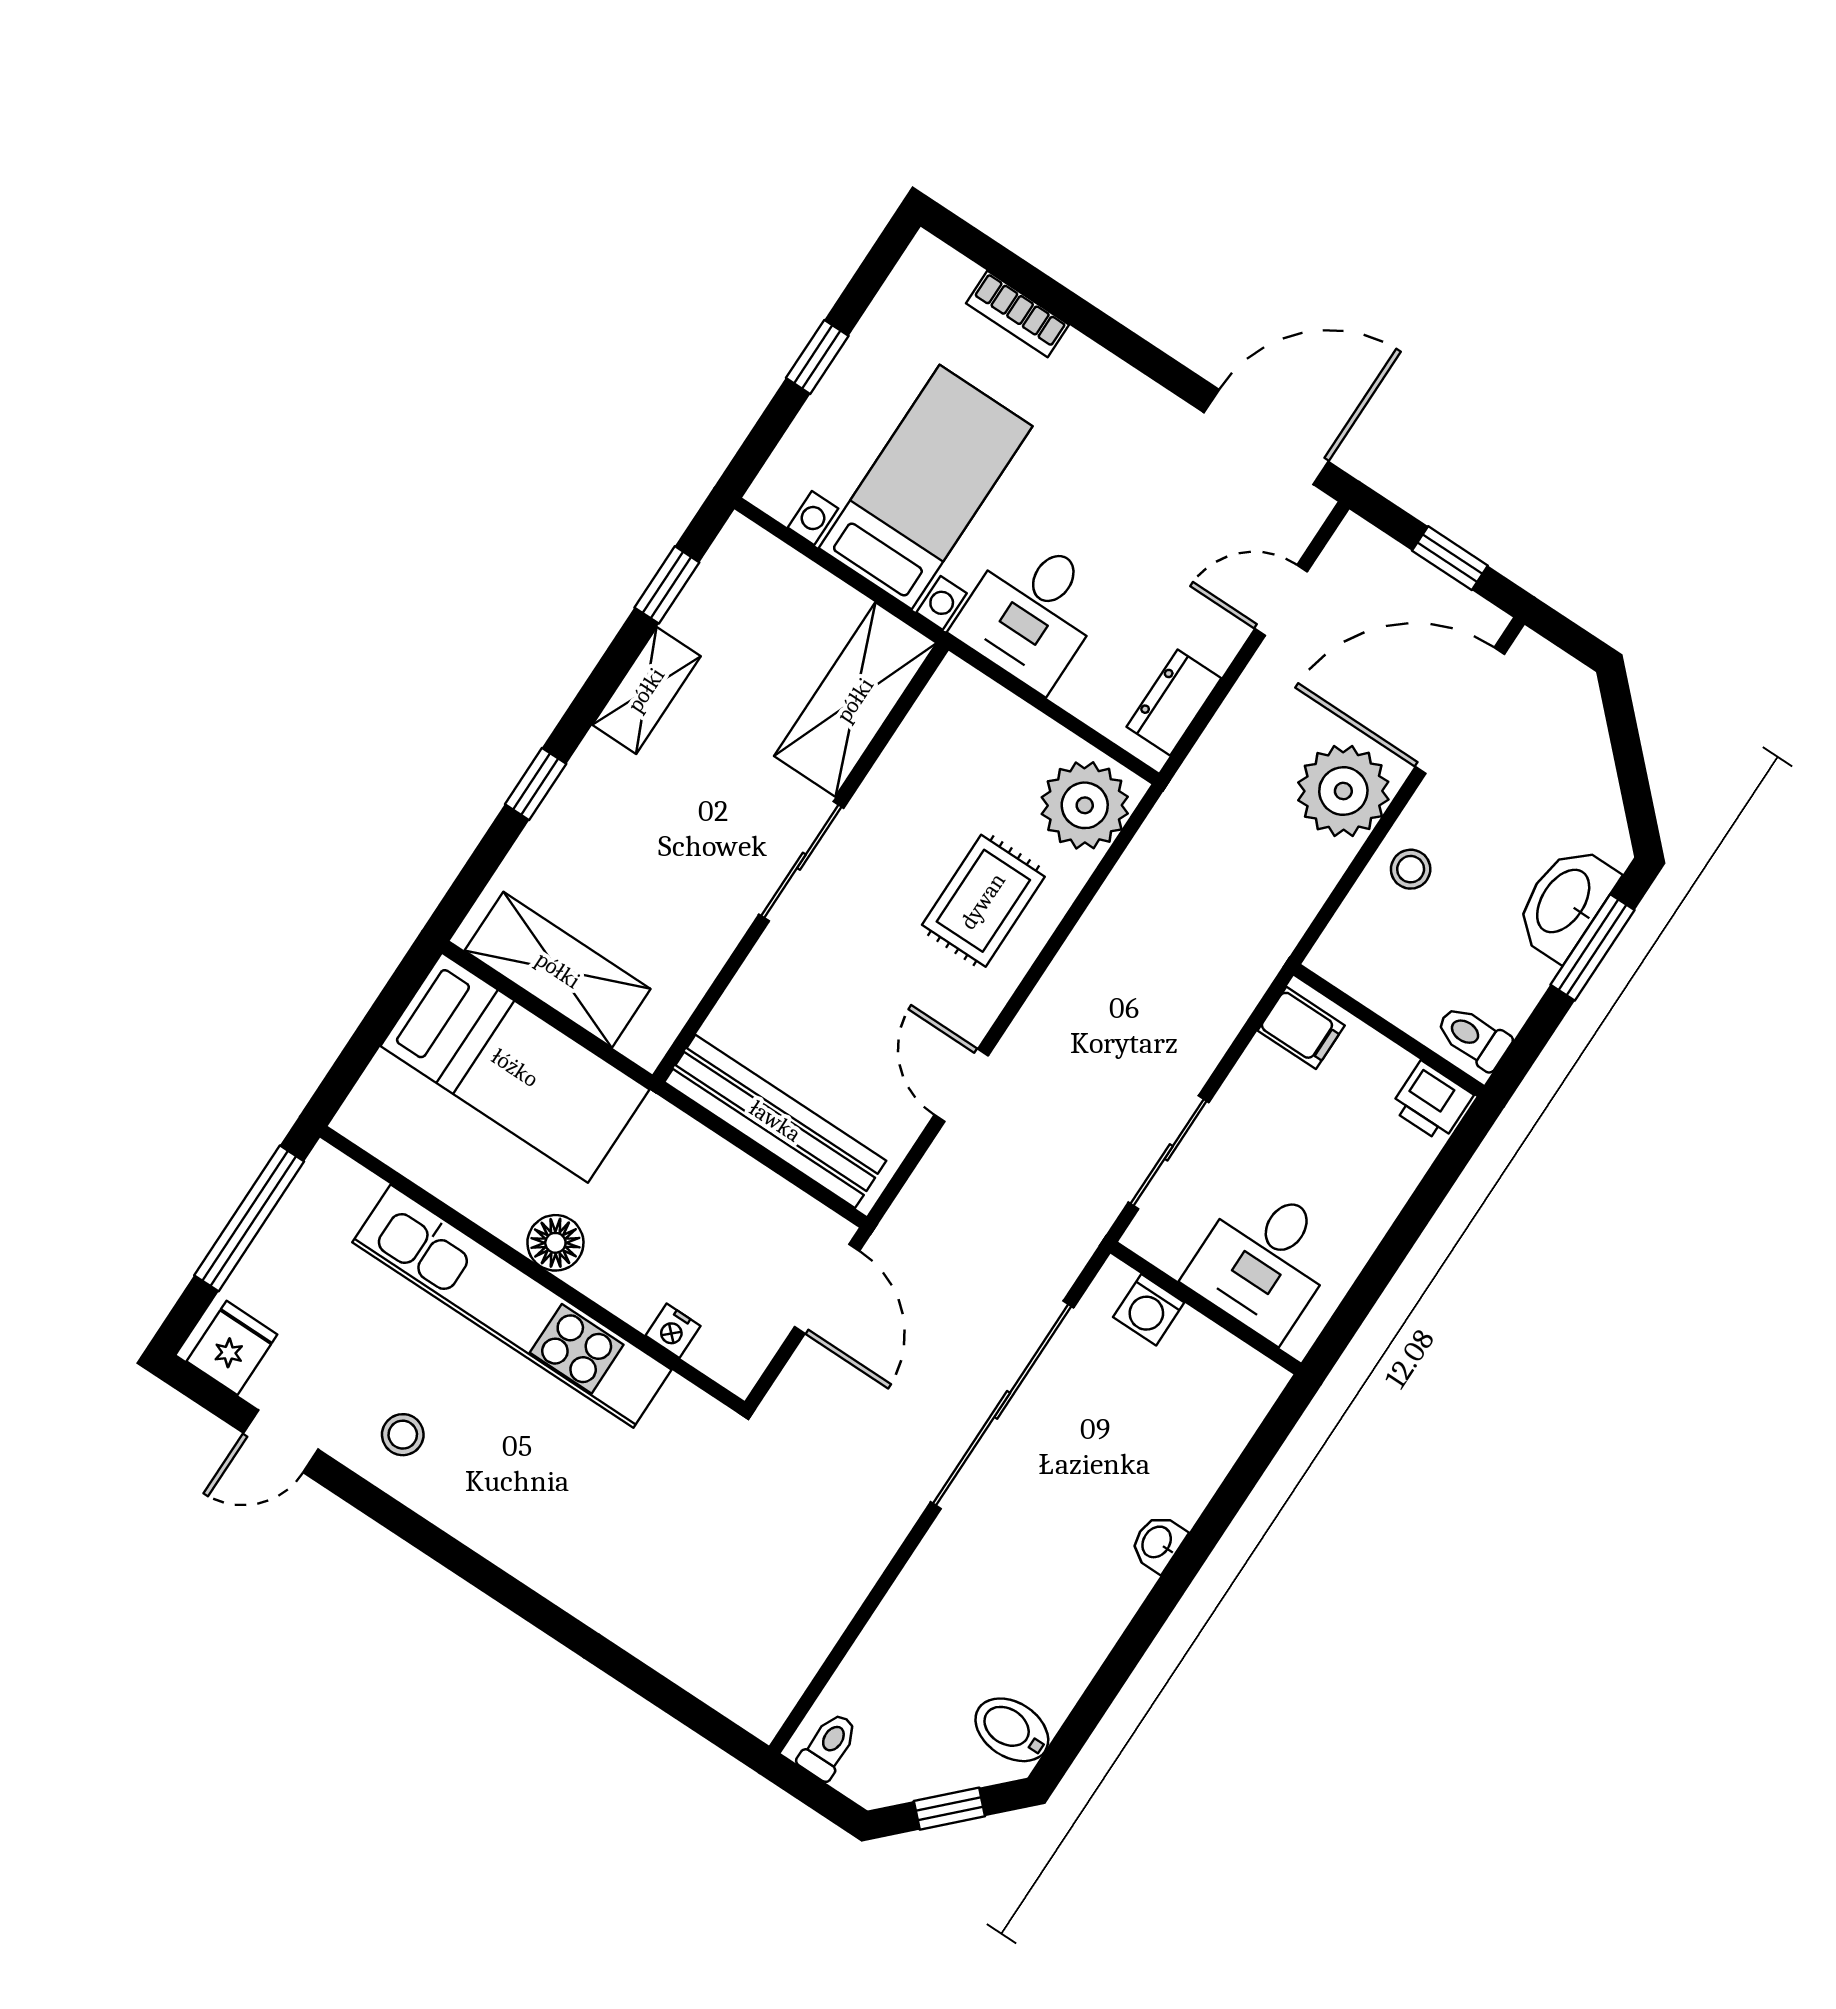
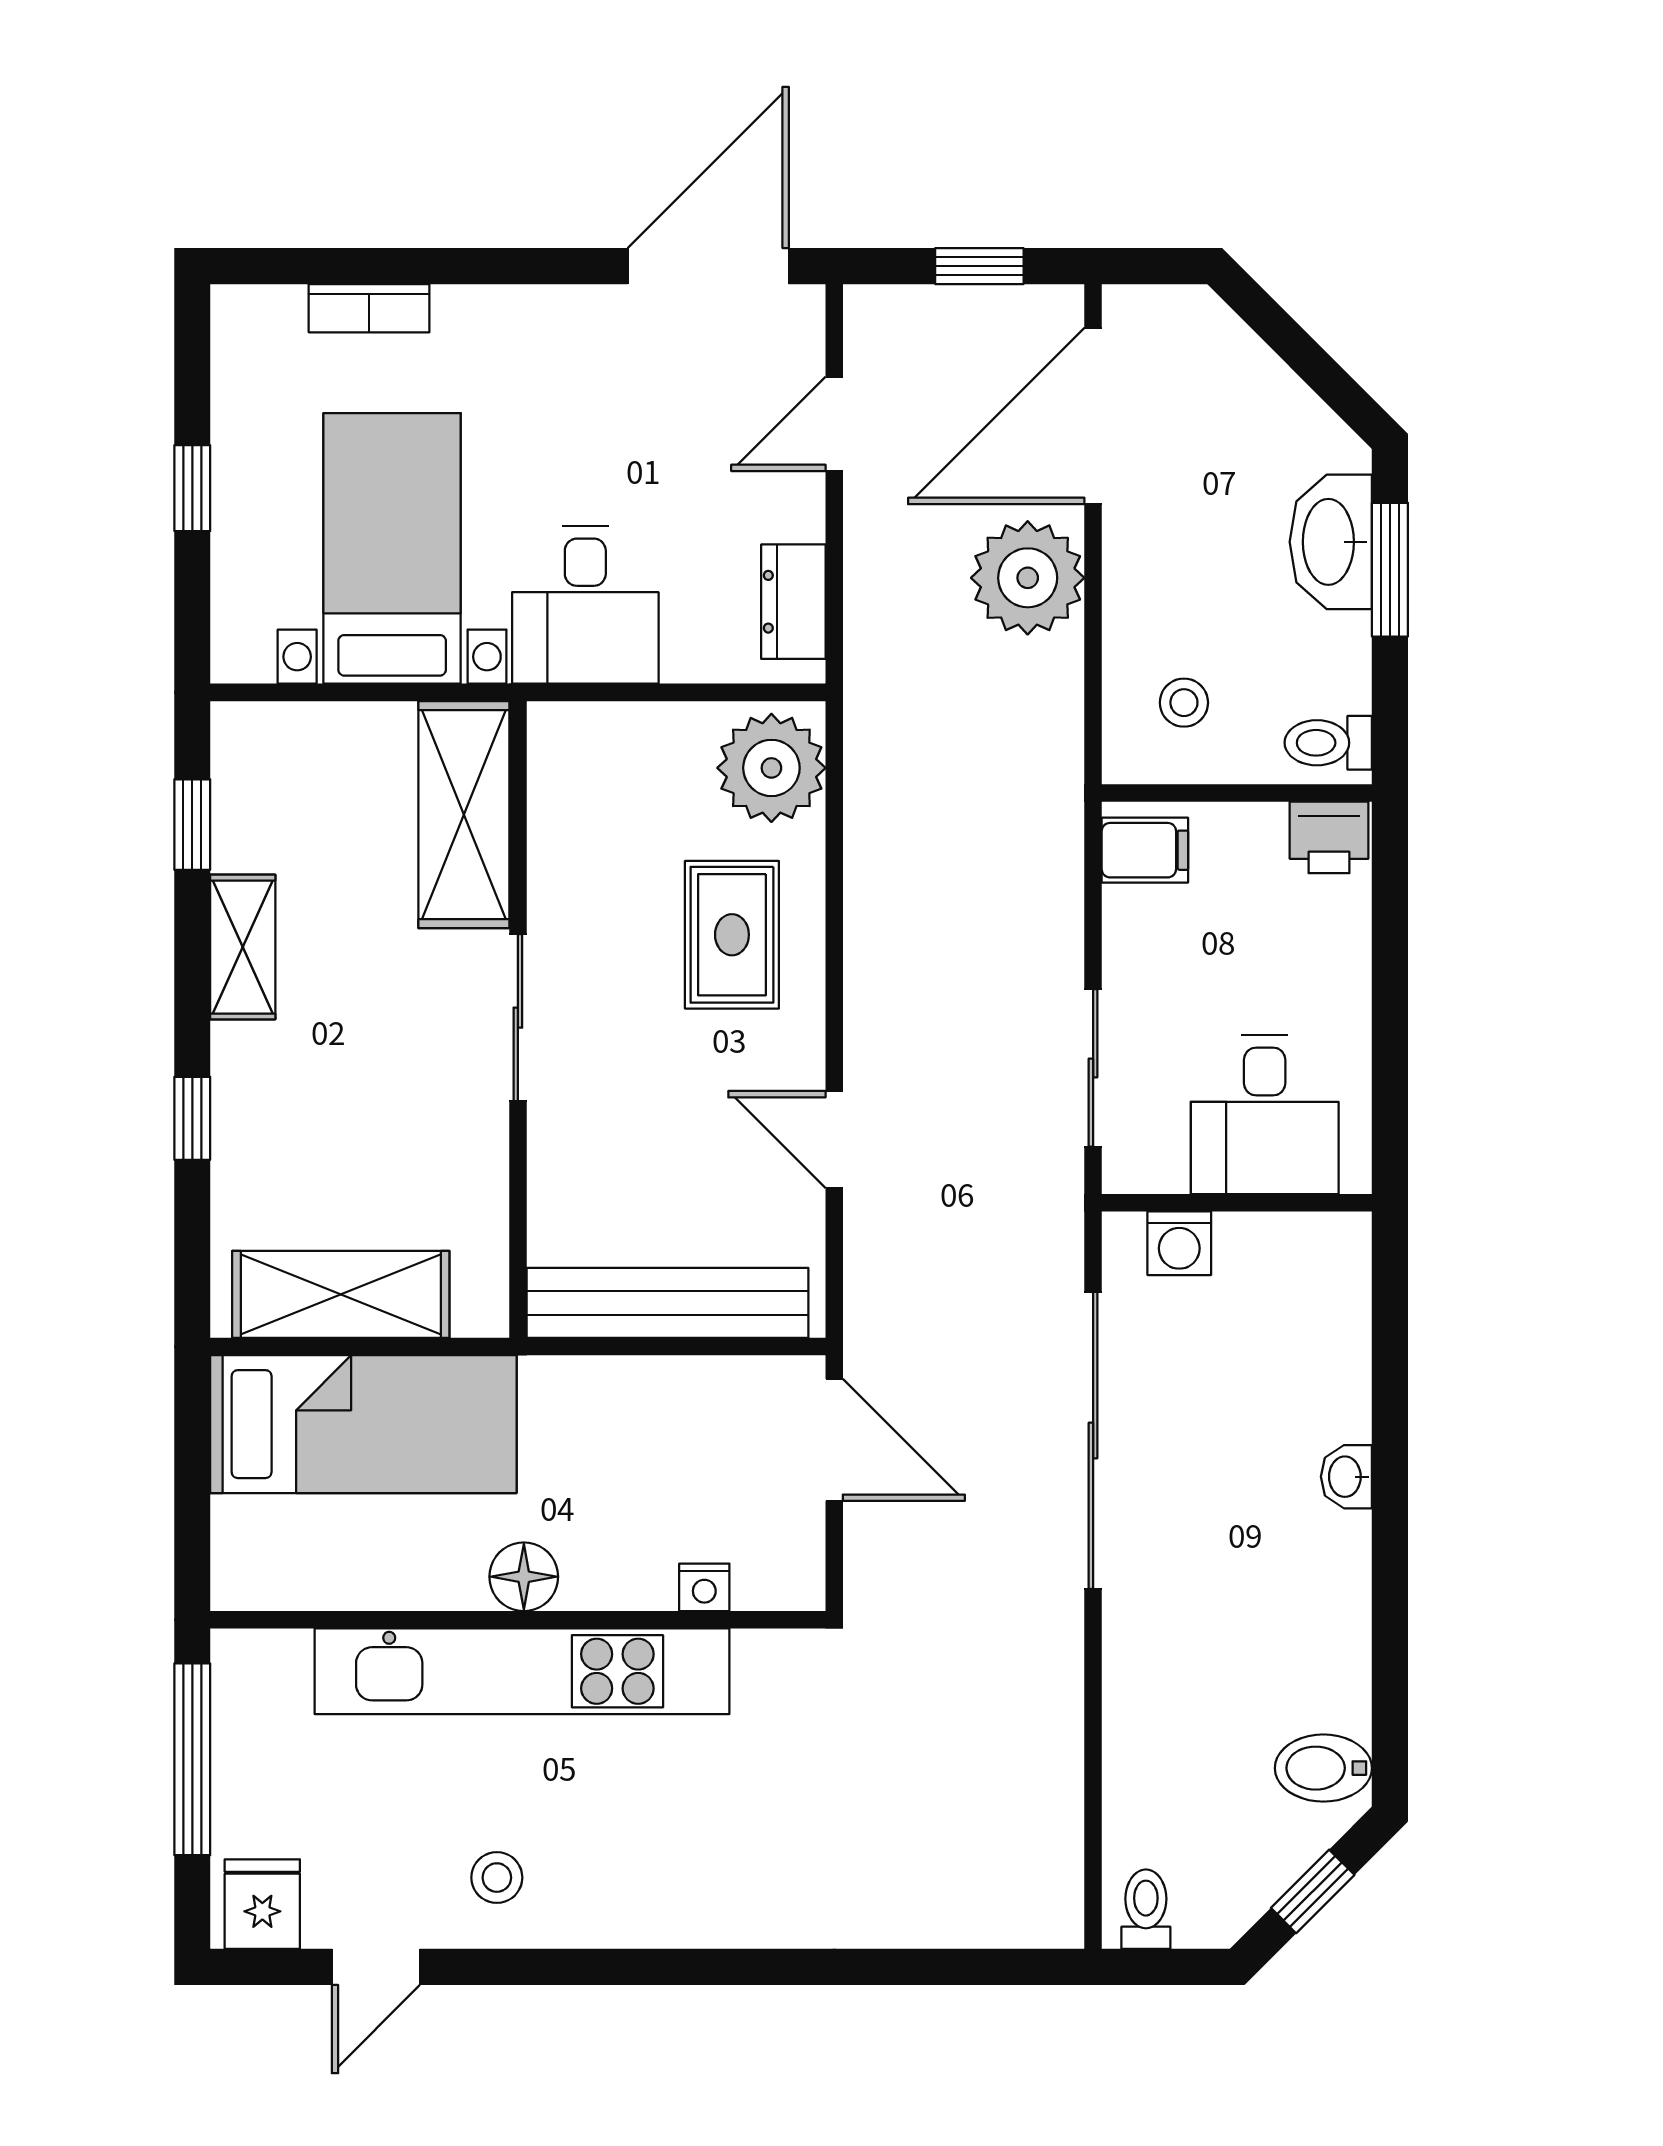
stool: (1411, 869) -> (1184, 703), moved

